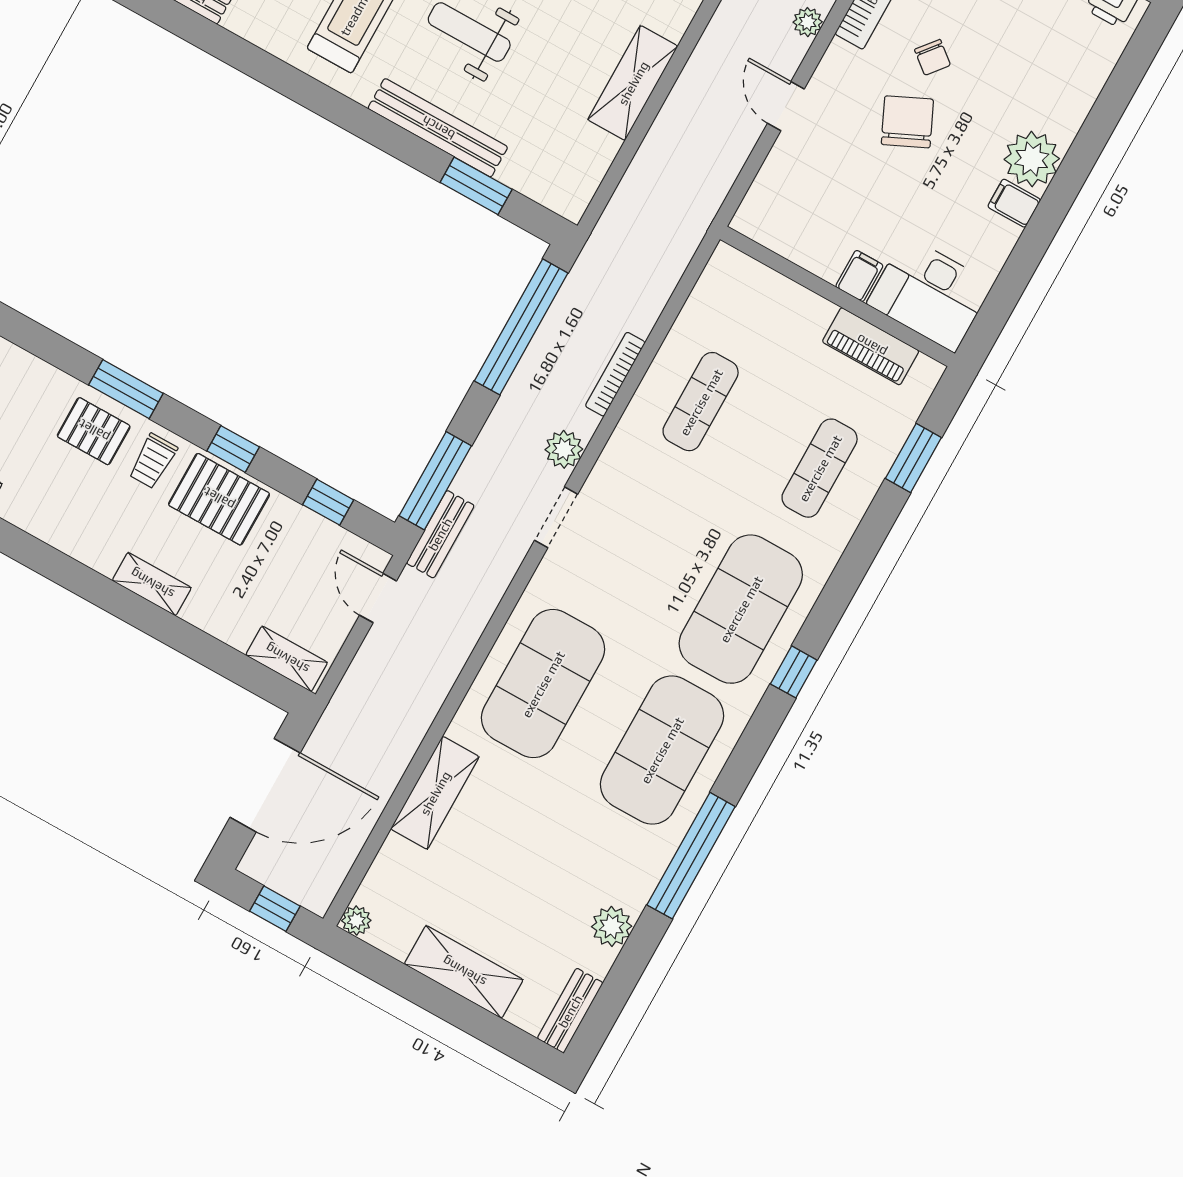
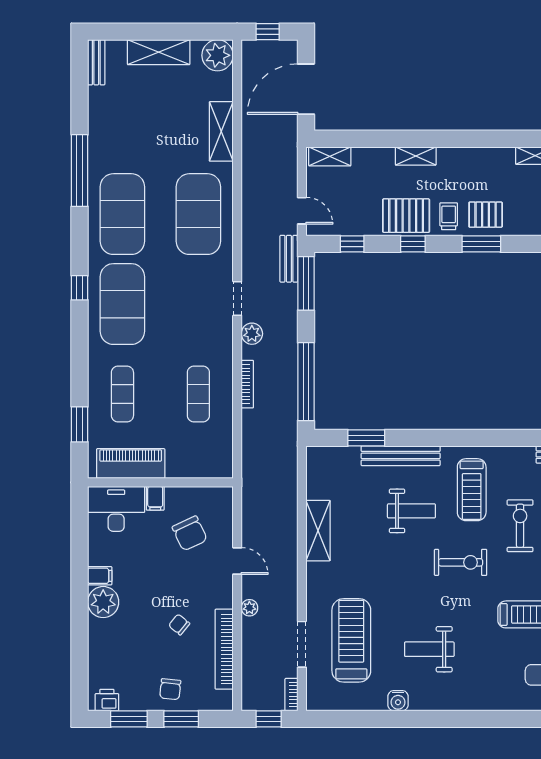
chair: (907, 122) -> (190, 533), moved
piano: (871, 346) -> (131, 463), width x1.37, depth x1.33
plant: (356, 921) -> (217, 55), width x1.87, depth x1.87
plant: (612, 926) -> (99, 115), removed

